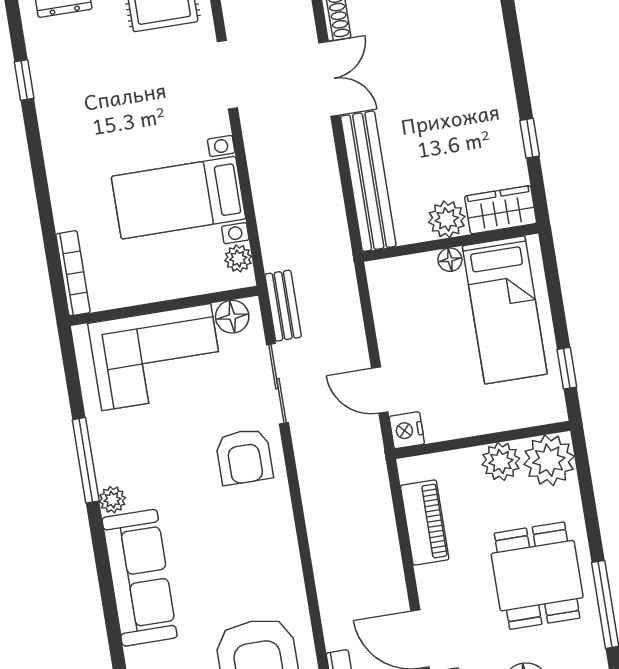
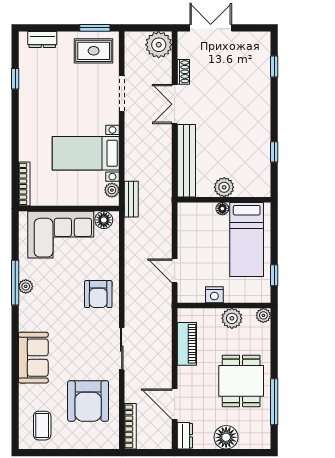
double door: (329, 79) -> (175, 104), swing flipped
wardrobe: (501, 210) -> (253, 187), removed
bench: (283, 306) -> (131, 199), moved
sliding door: (277, 384) -> (122, 349), moved
nightstand: (407, 430) -> (214, 295), moved, turned -90
plant: (549, 460) -> (263, 315), width x0.53, depth x0.53
plant: (112, 500) -> (26, 286), moved
sofa: (140, 578) -> (33, 358), width x0.73

